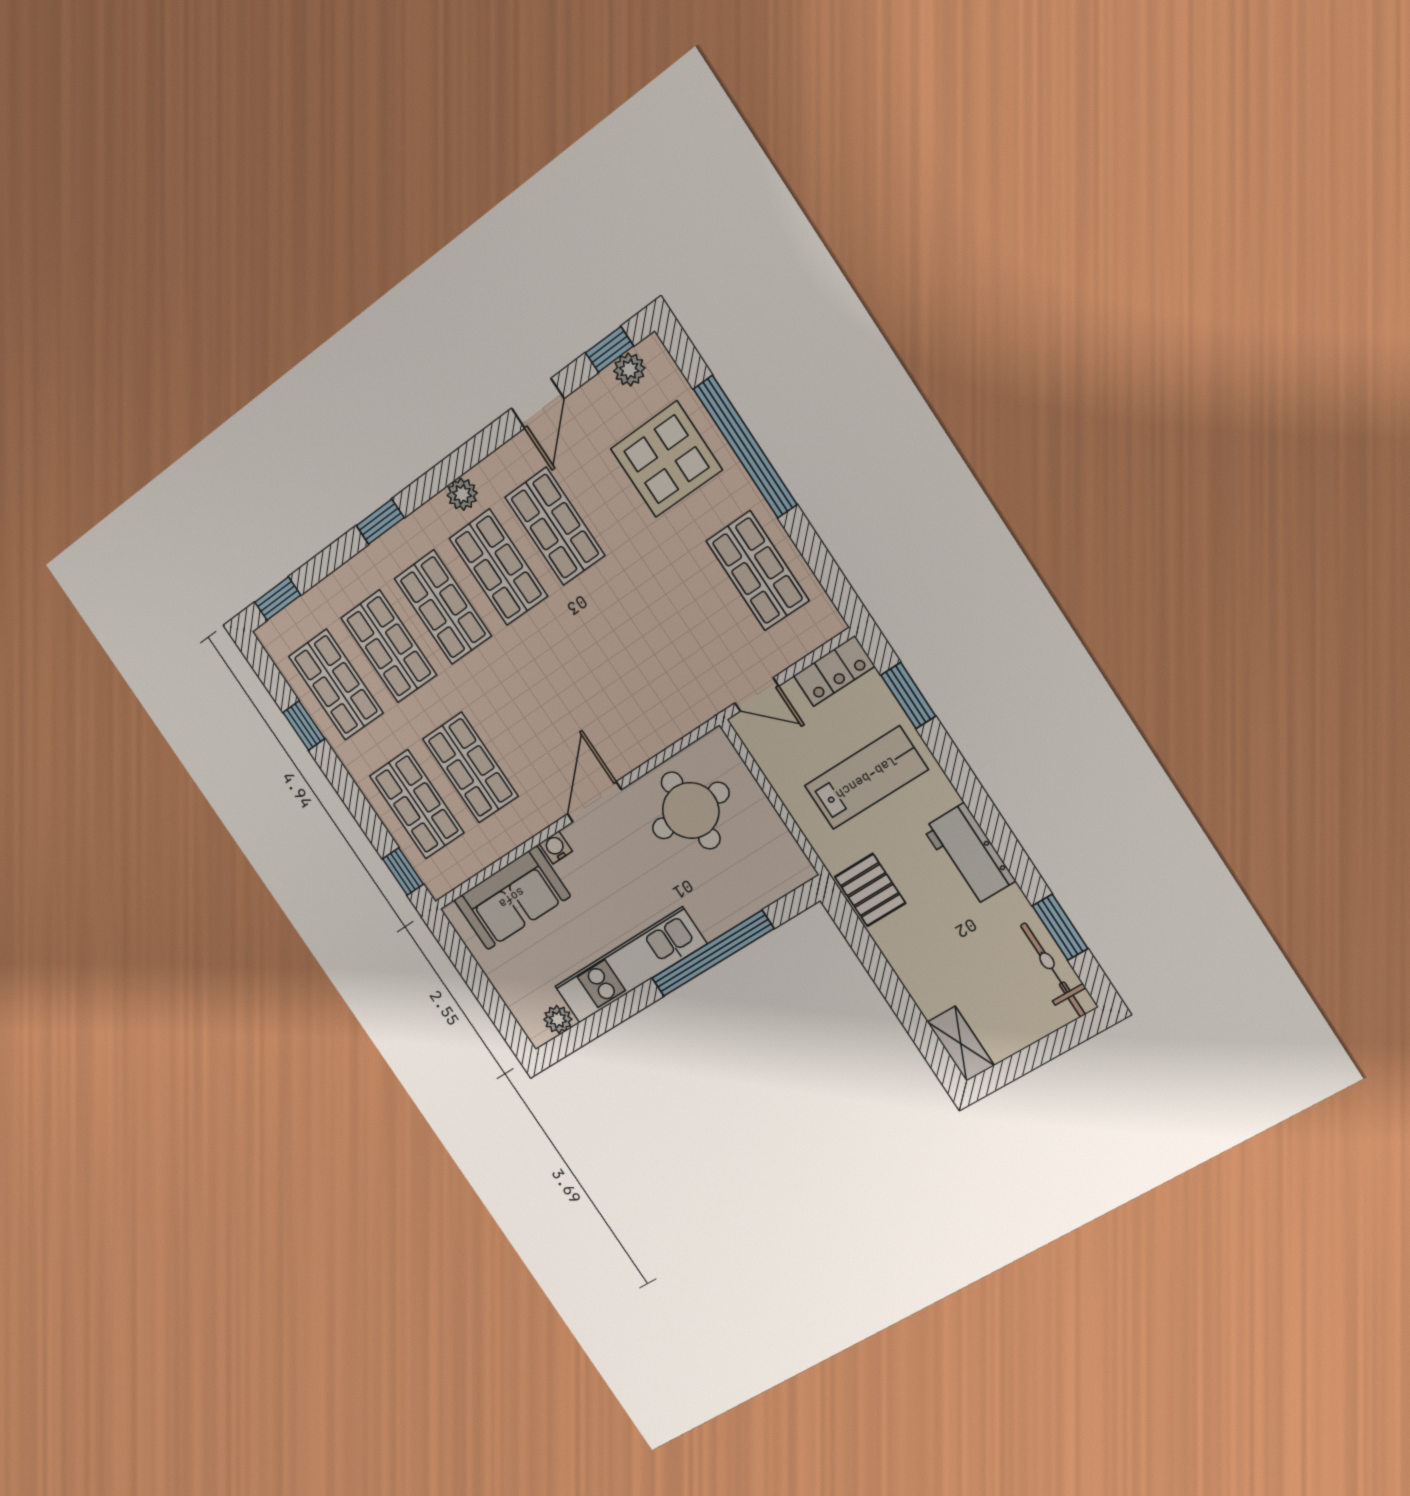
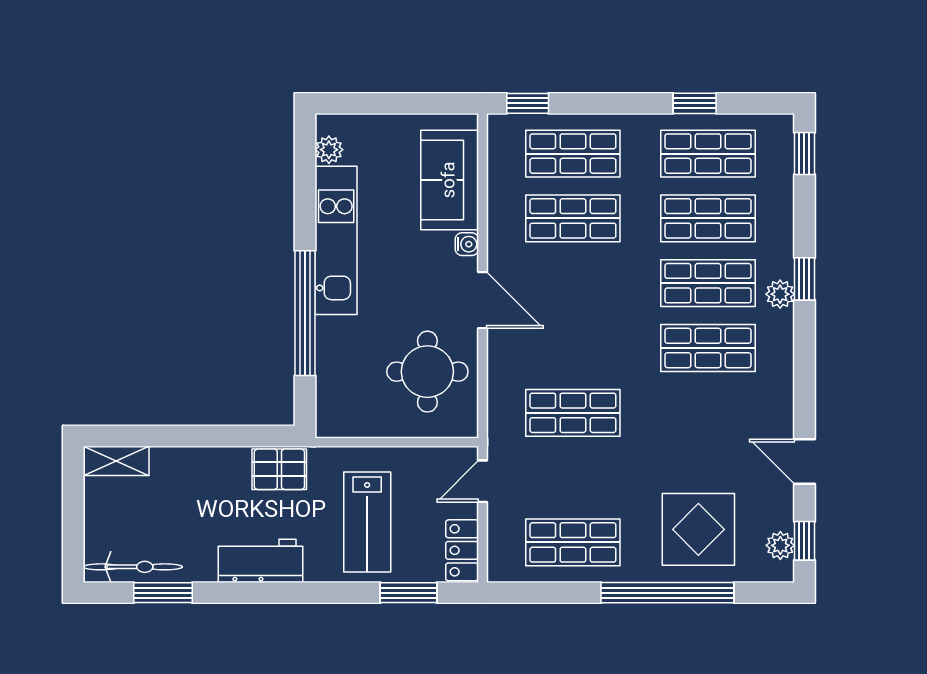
plant: (462, 494) -> (780, 294), moved
shop shelf: (555, 526) -> (573, 413), moved

